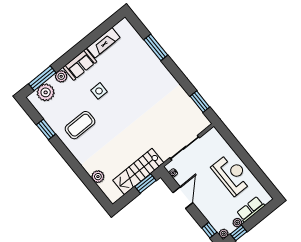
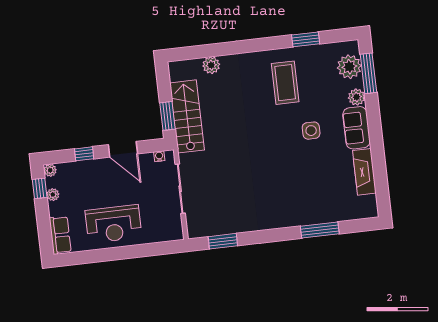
row of seats: (251, 209) -> (60, 235), moved
window: (209, 230) -> (84, 154), moved

